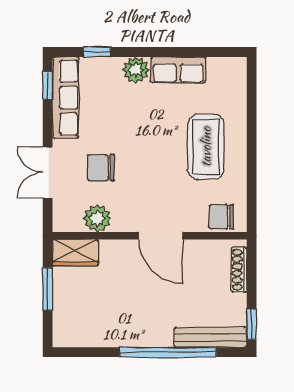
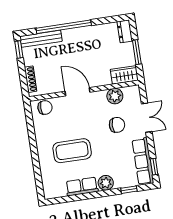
coffee table: (206, 147) -> (72, 151), moved, turned 90
dresser: (63, 328) -> (125, 31), added

